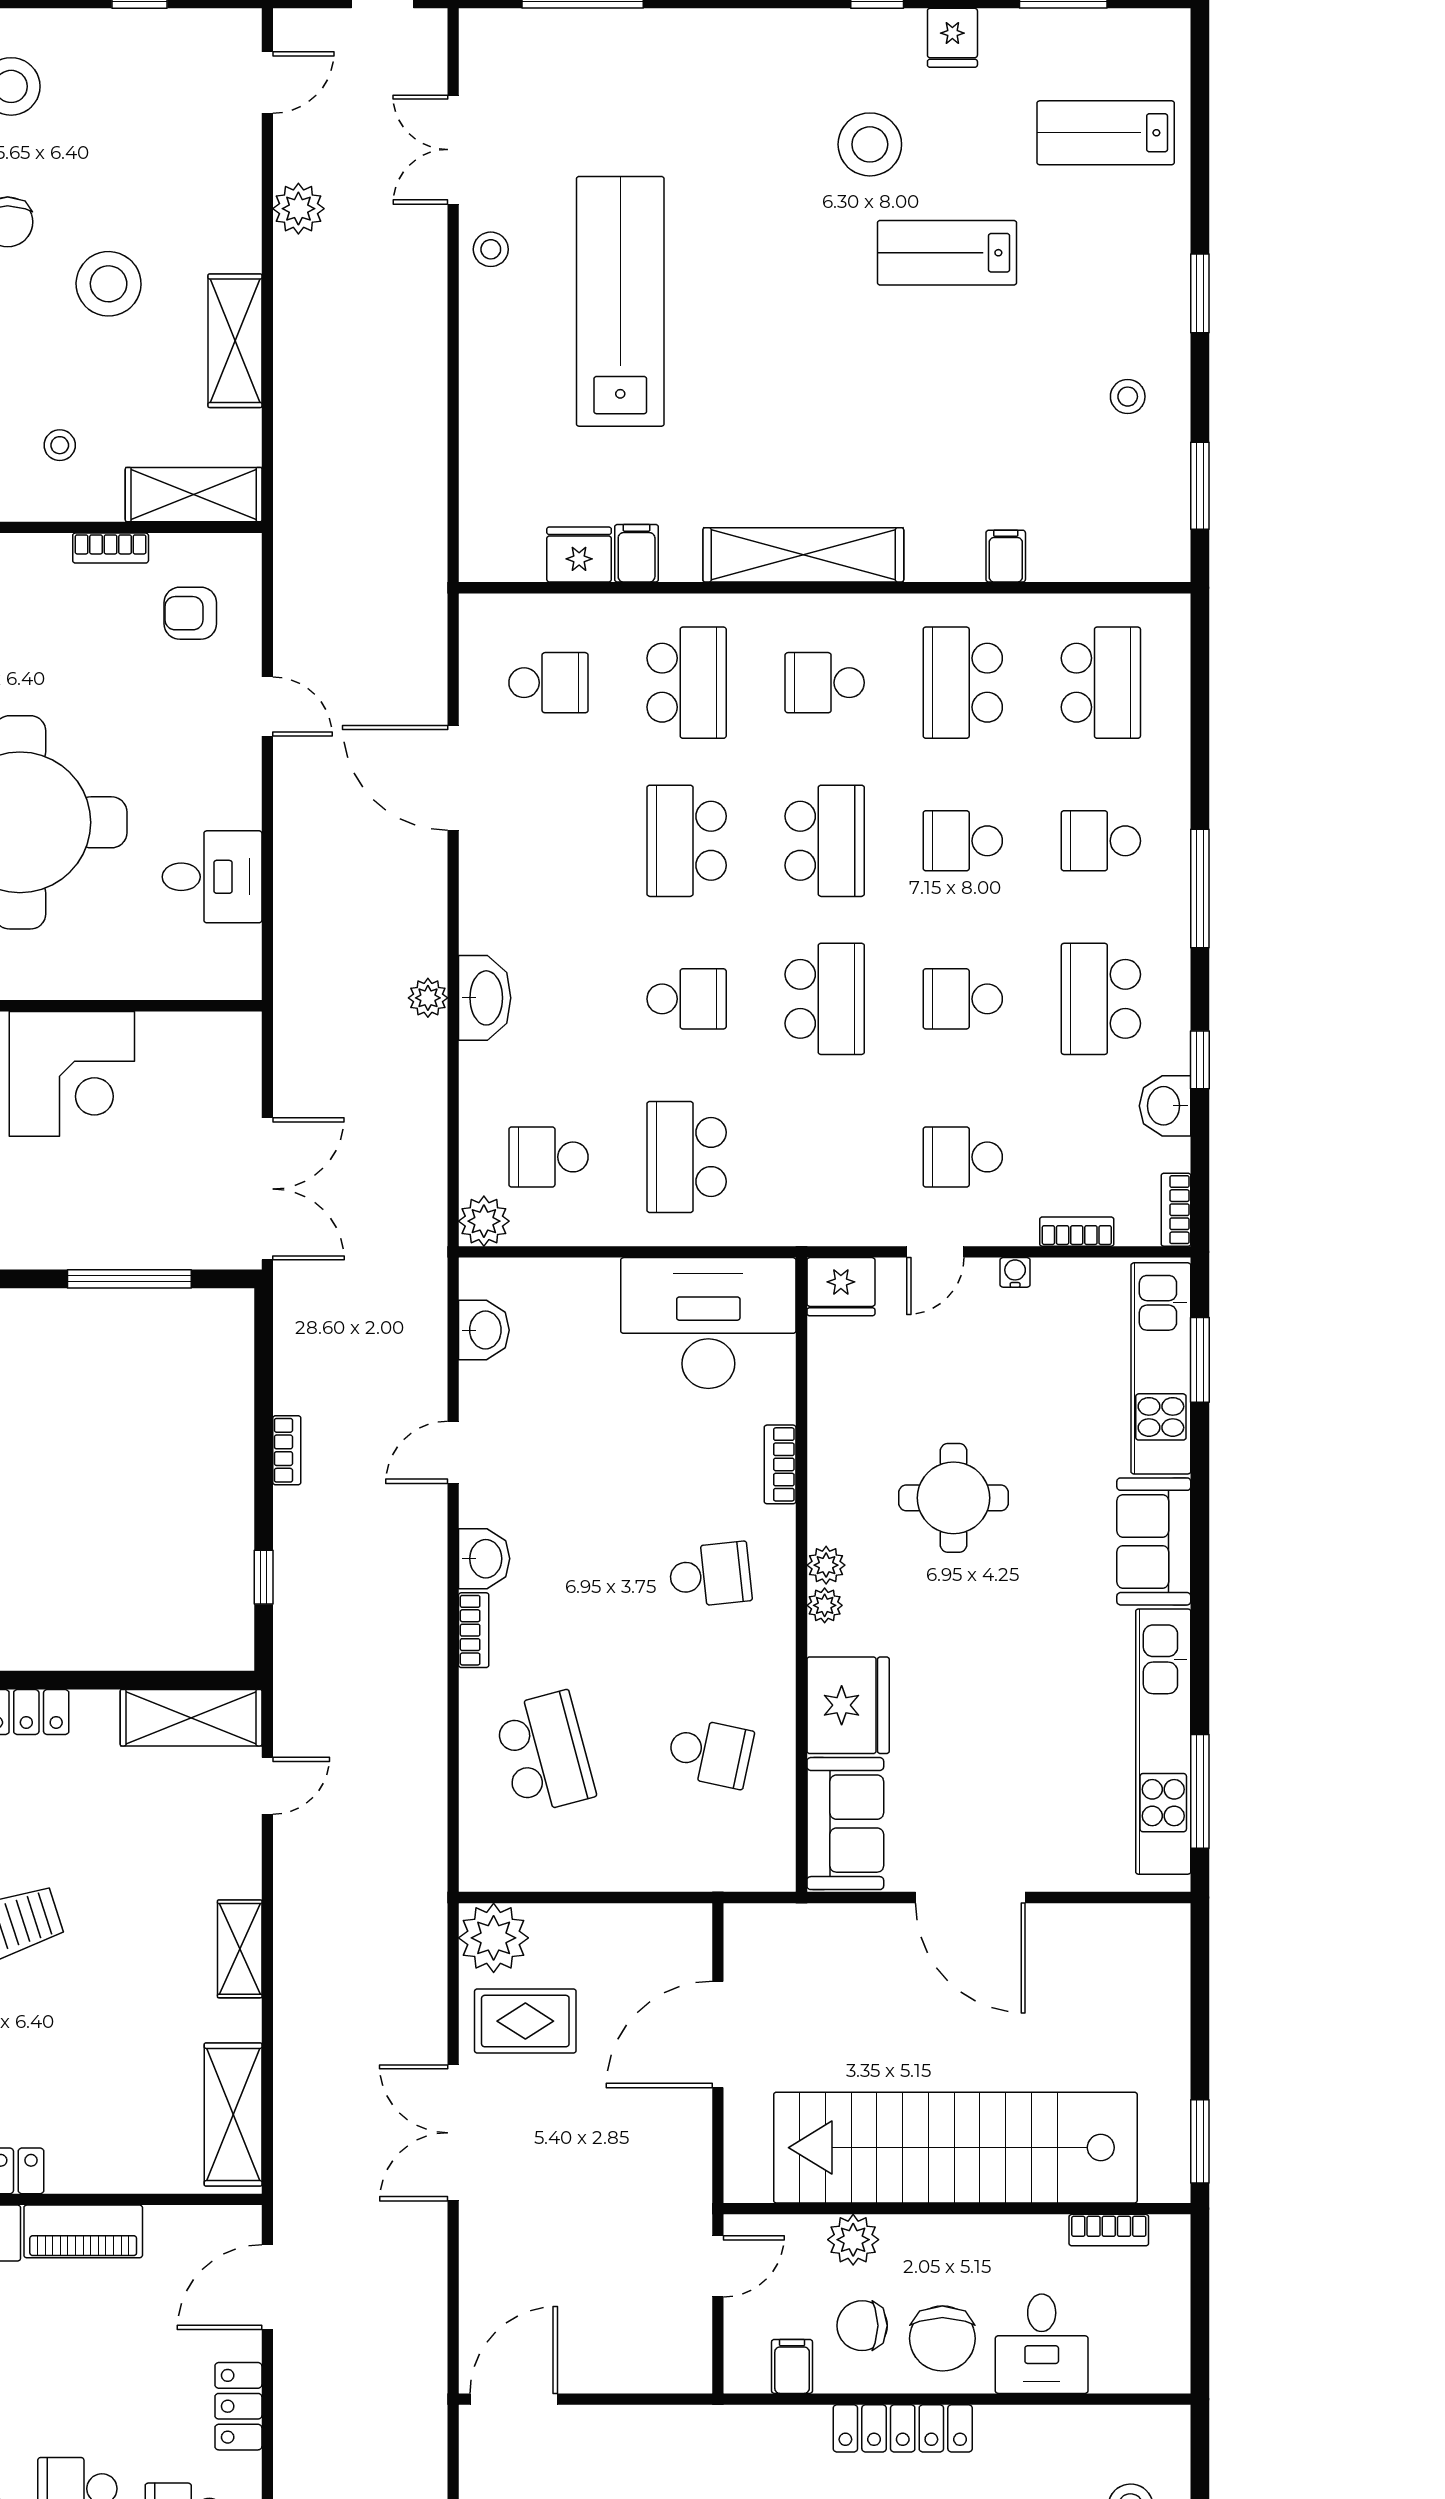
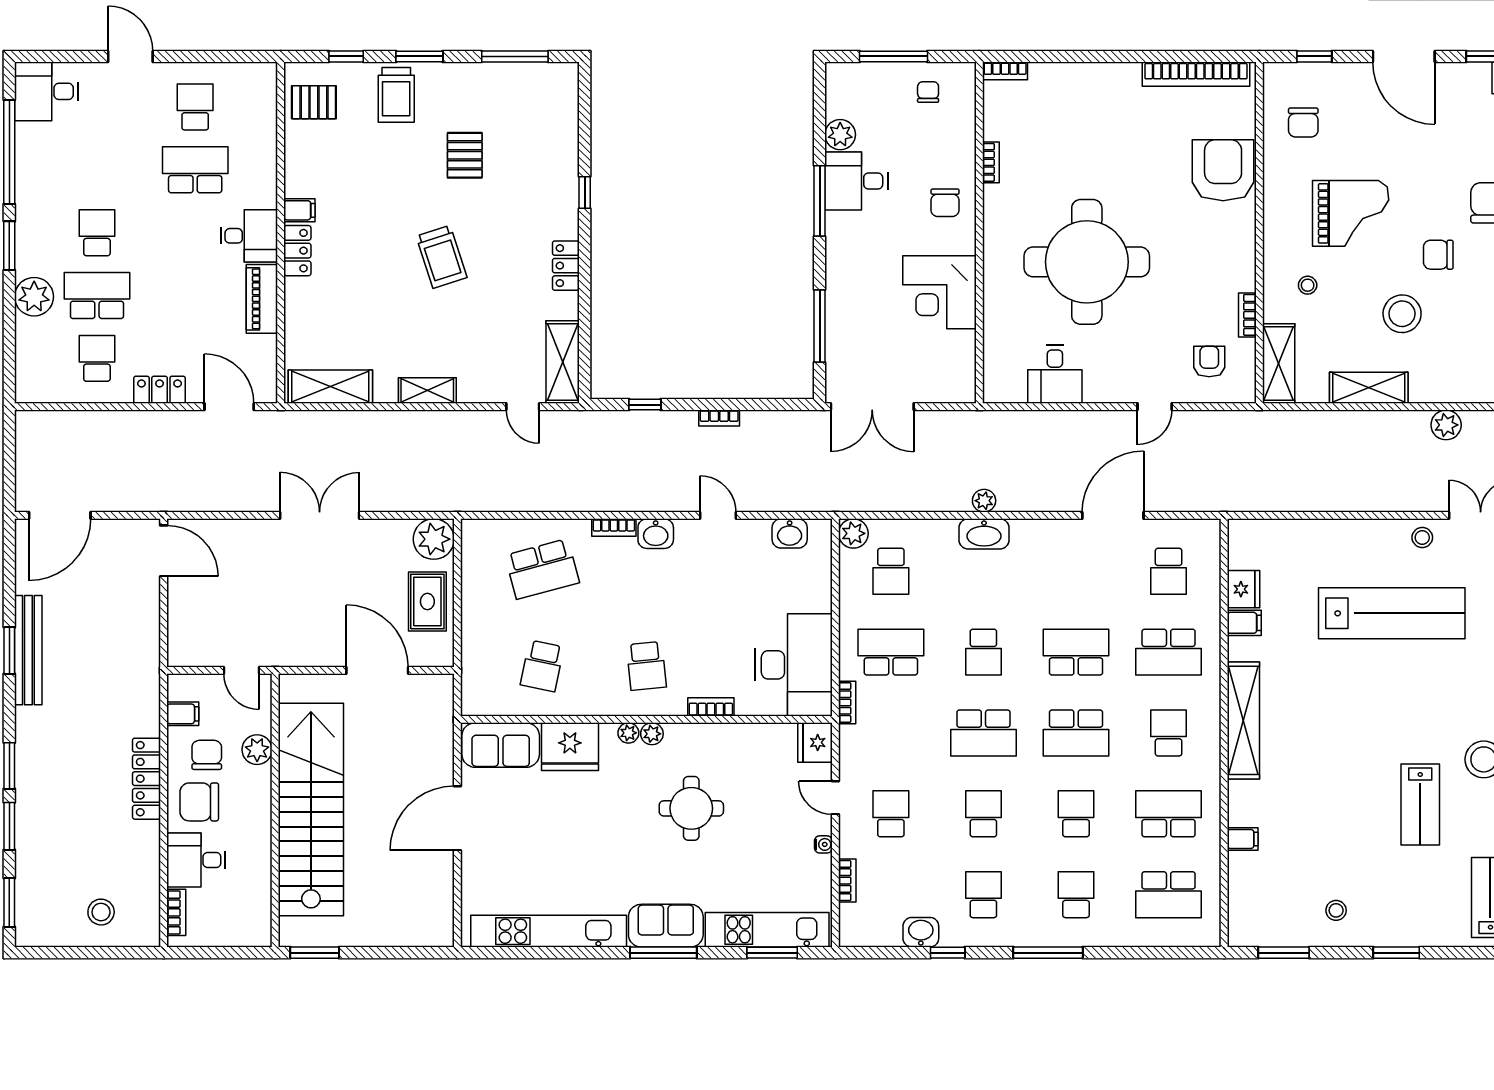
lab bench: (947, 253) -> (1420, 805), turned 180
school desk: (1101, 999) -> (983, 895), width x0.54
school desk: (548, 1157) -> (891, 571), turned 180
bookcase: (1176, 1210) -> (847, 702), moved, turned 90
window: (1200, 1791) -> (663, 953), moved
rug: (525, 2021) -> (427, 601), moved
bookcase: (1109, 2230) -> (176, 912), moved, turned 180

